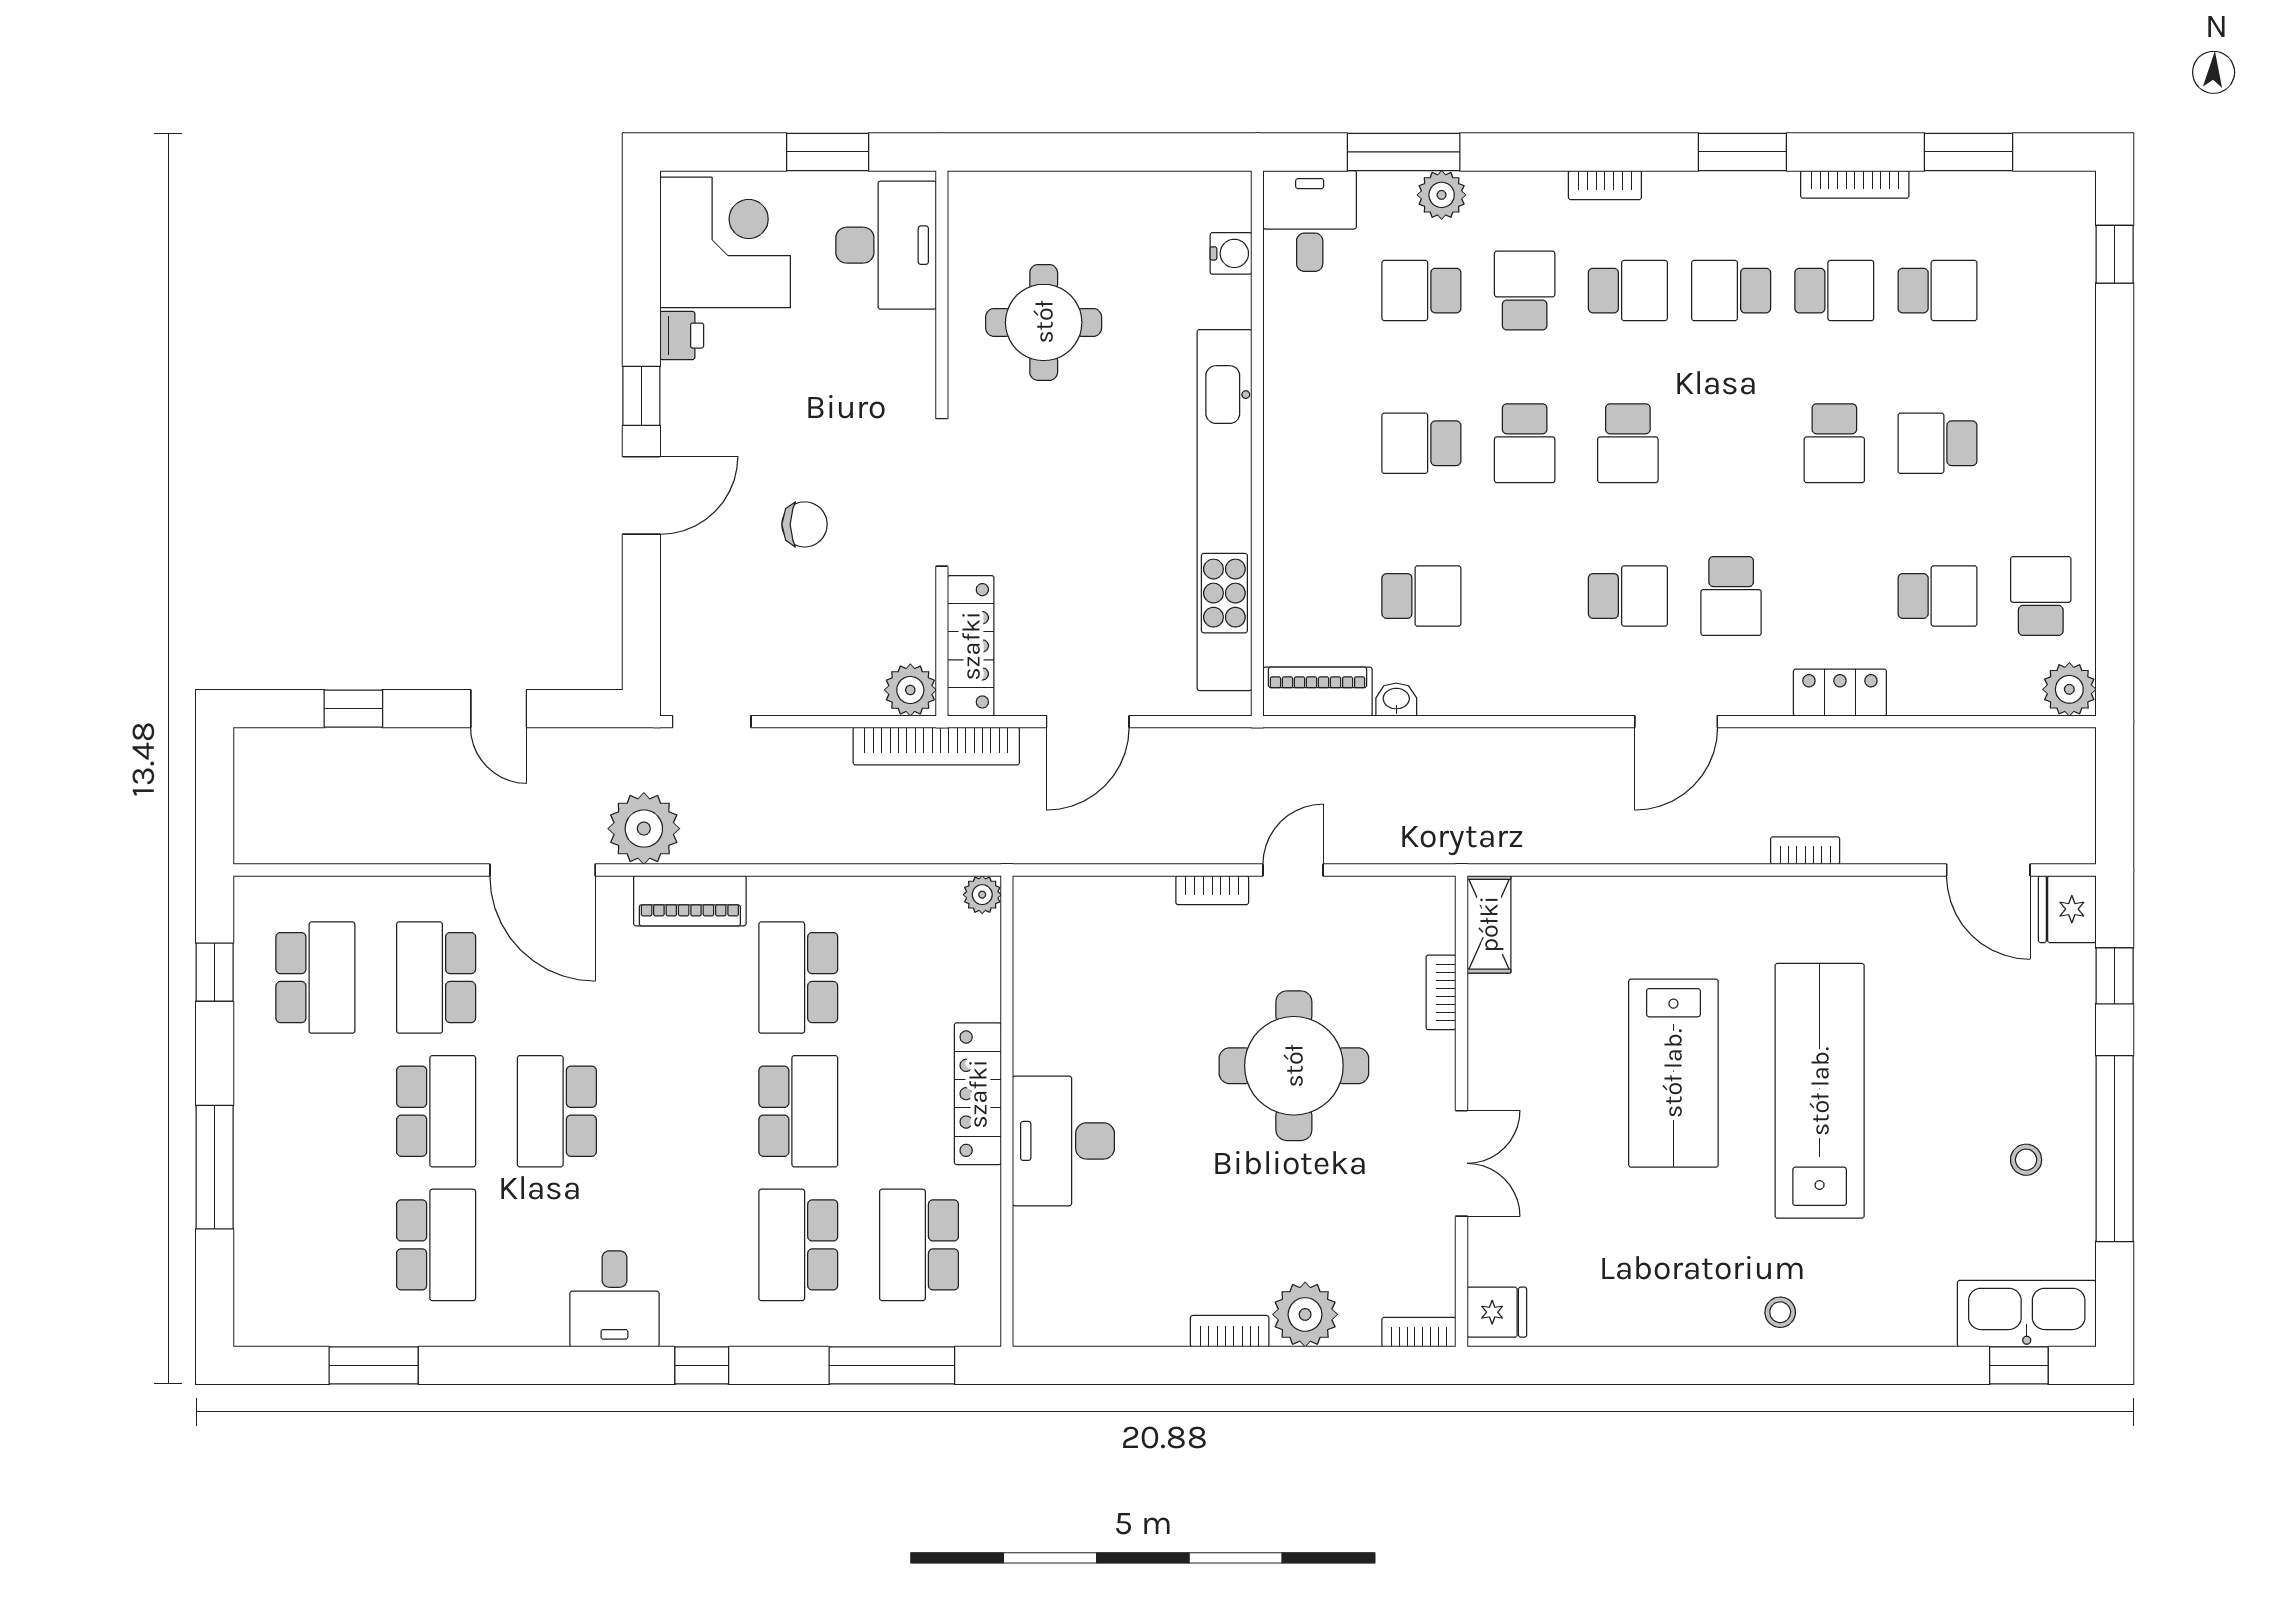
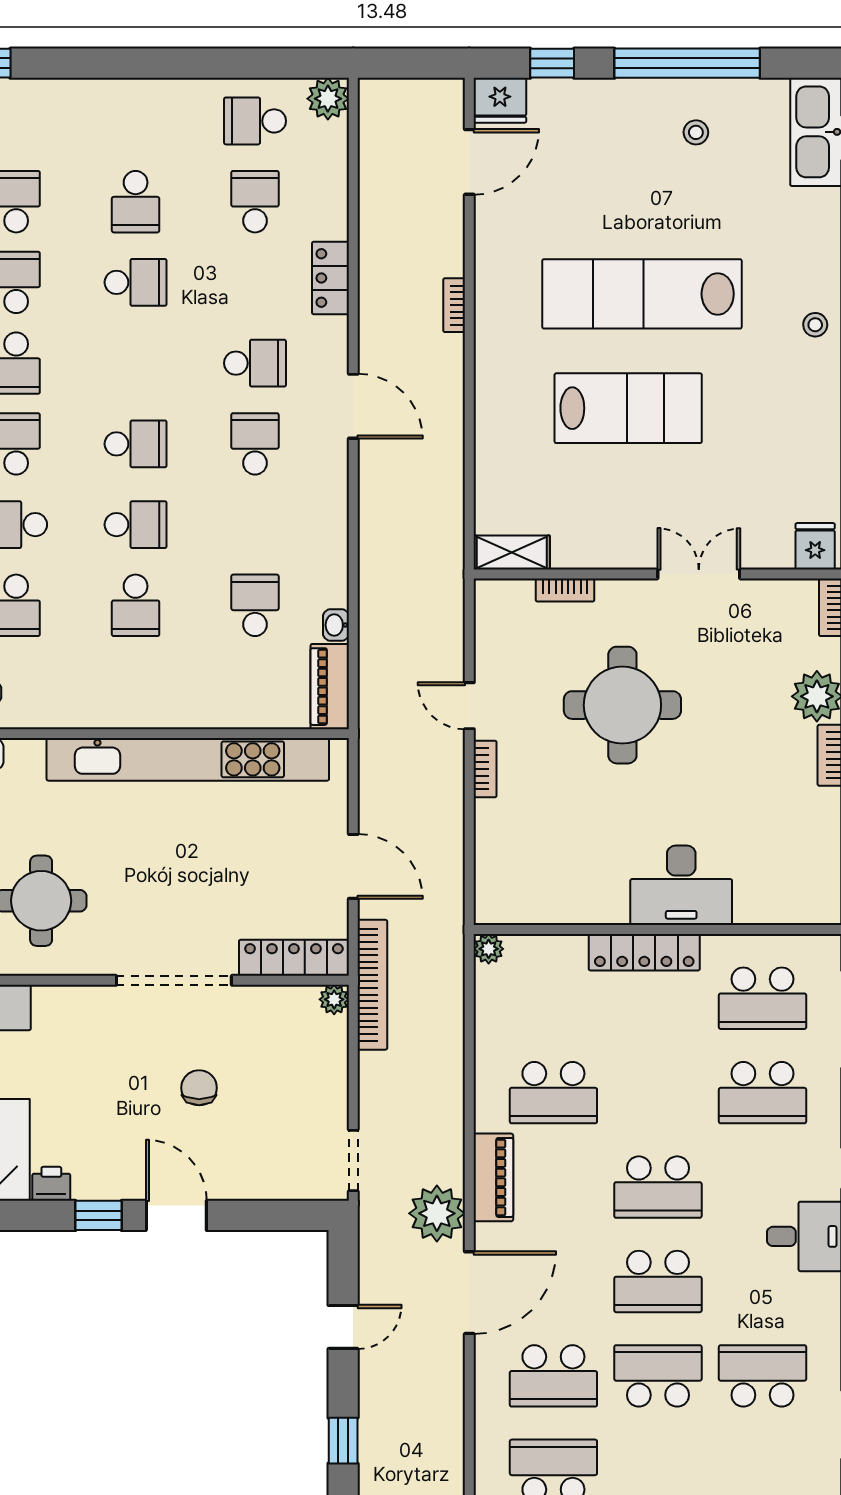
plant: (910, 690) -> (334, 999), width x0.73, depth x0.73
school desk: (798, 1111) -> (658, 1187), moved, turned 180

